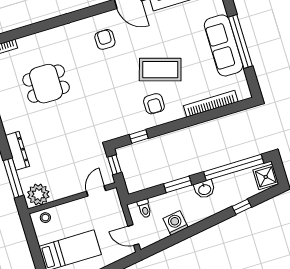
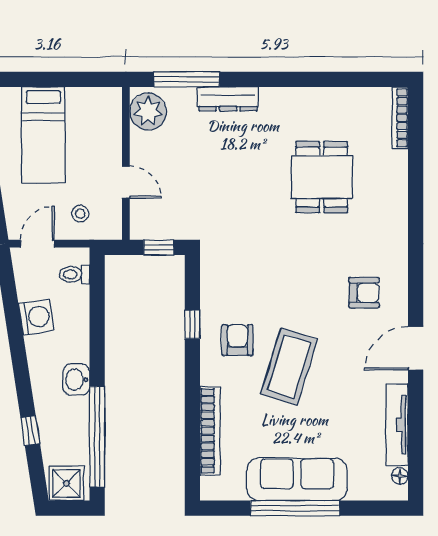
armchair: (154, 104) -> (237, 340), turned 90
window: (139, 136) -> (192, 324), moved
window: (178, 184) -> (97, 339), removed
door: (96, 191) -> (126, 182), moved
stool: (45, 218) -> (80, 214), moved

